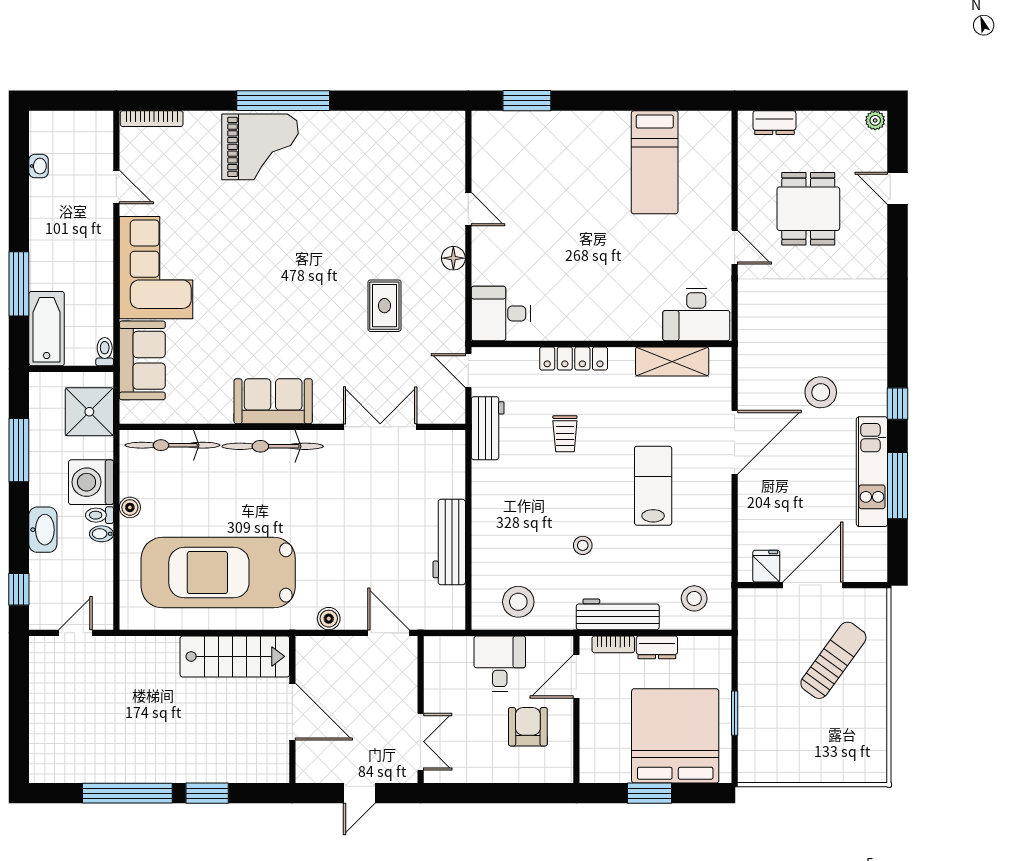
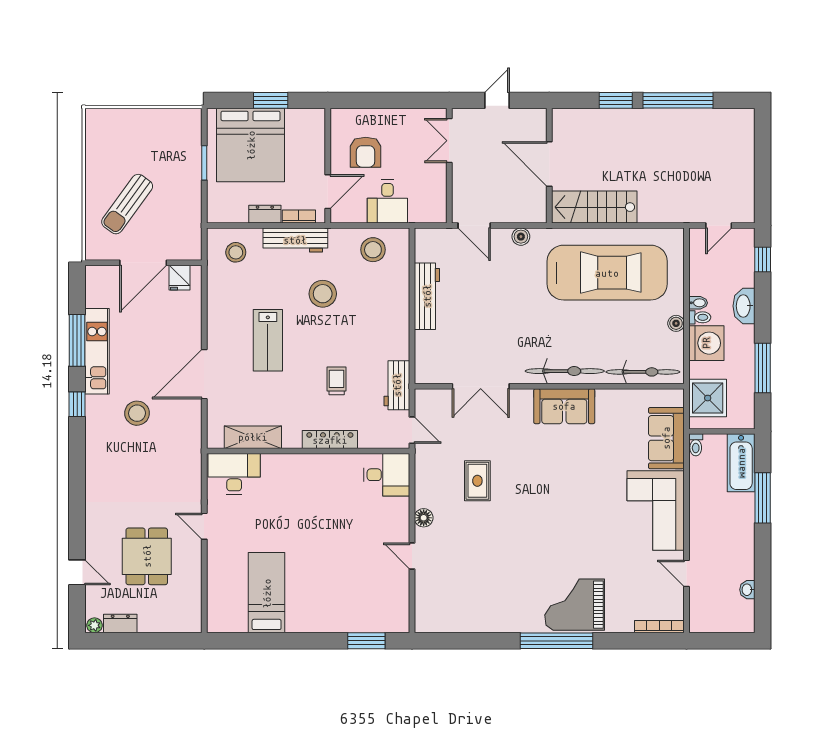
dresser: (774, 123) -> (120, 624), moved
stool: (583, 545) -> (323, 294), width x1.89, depth x1.89

